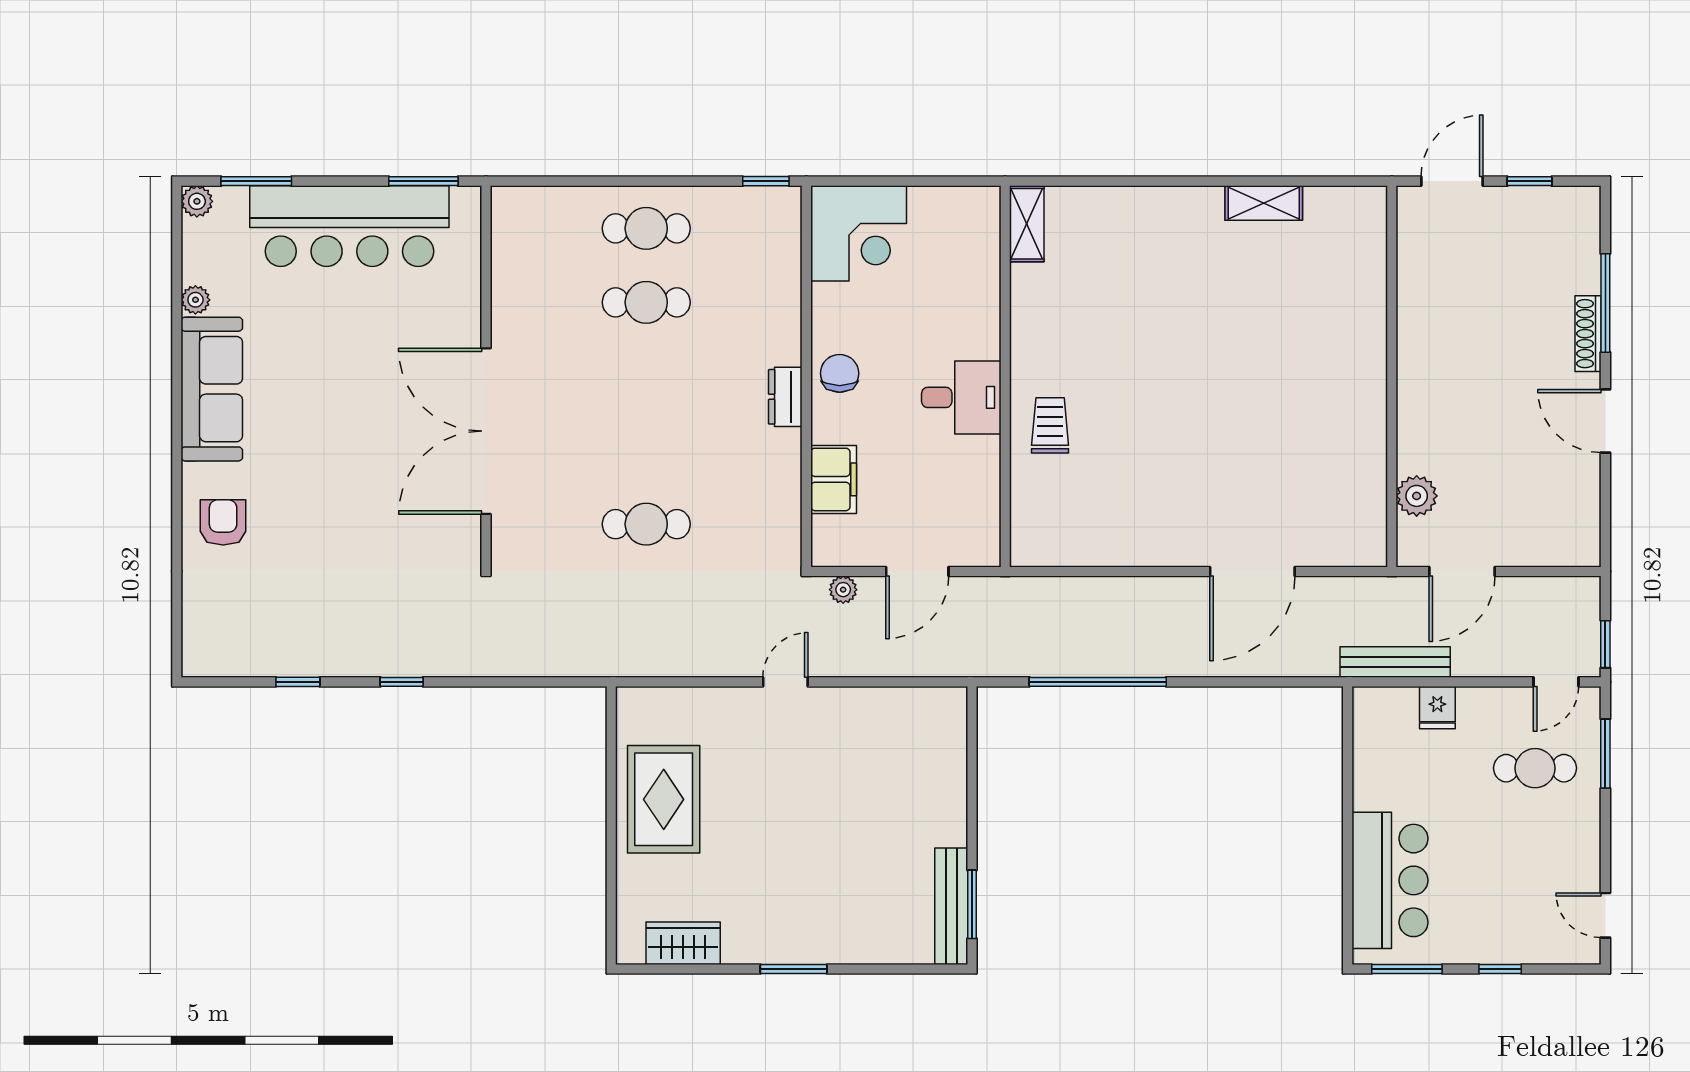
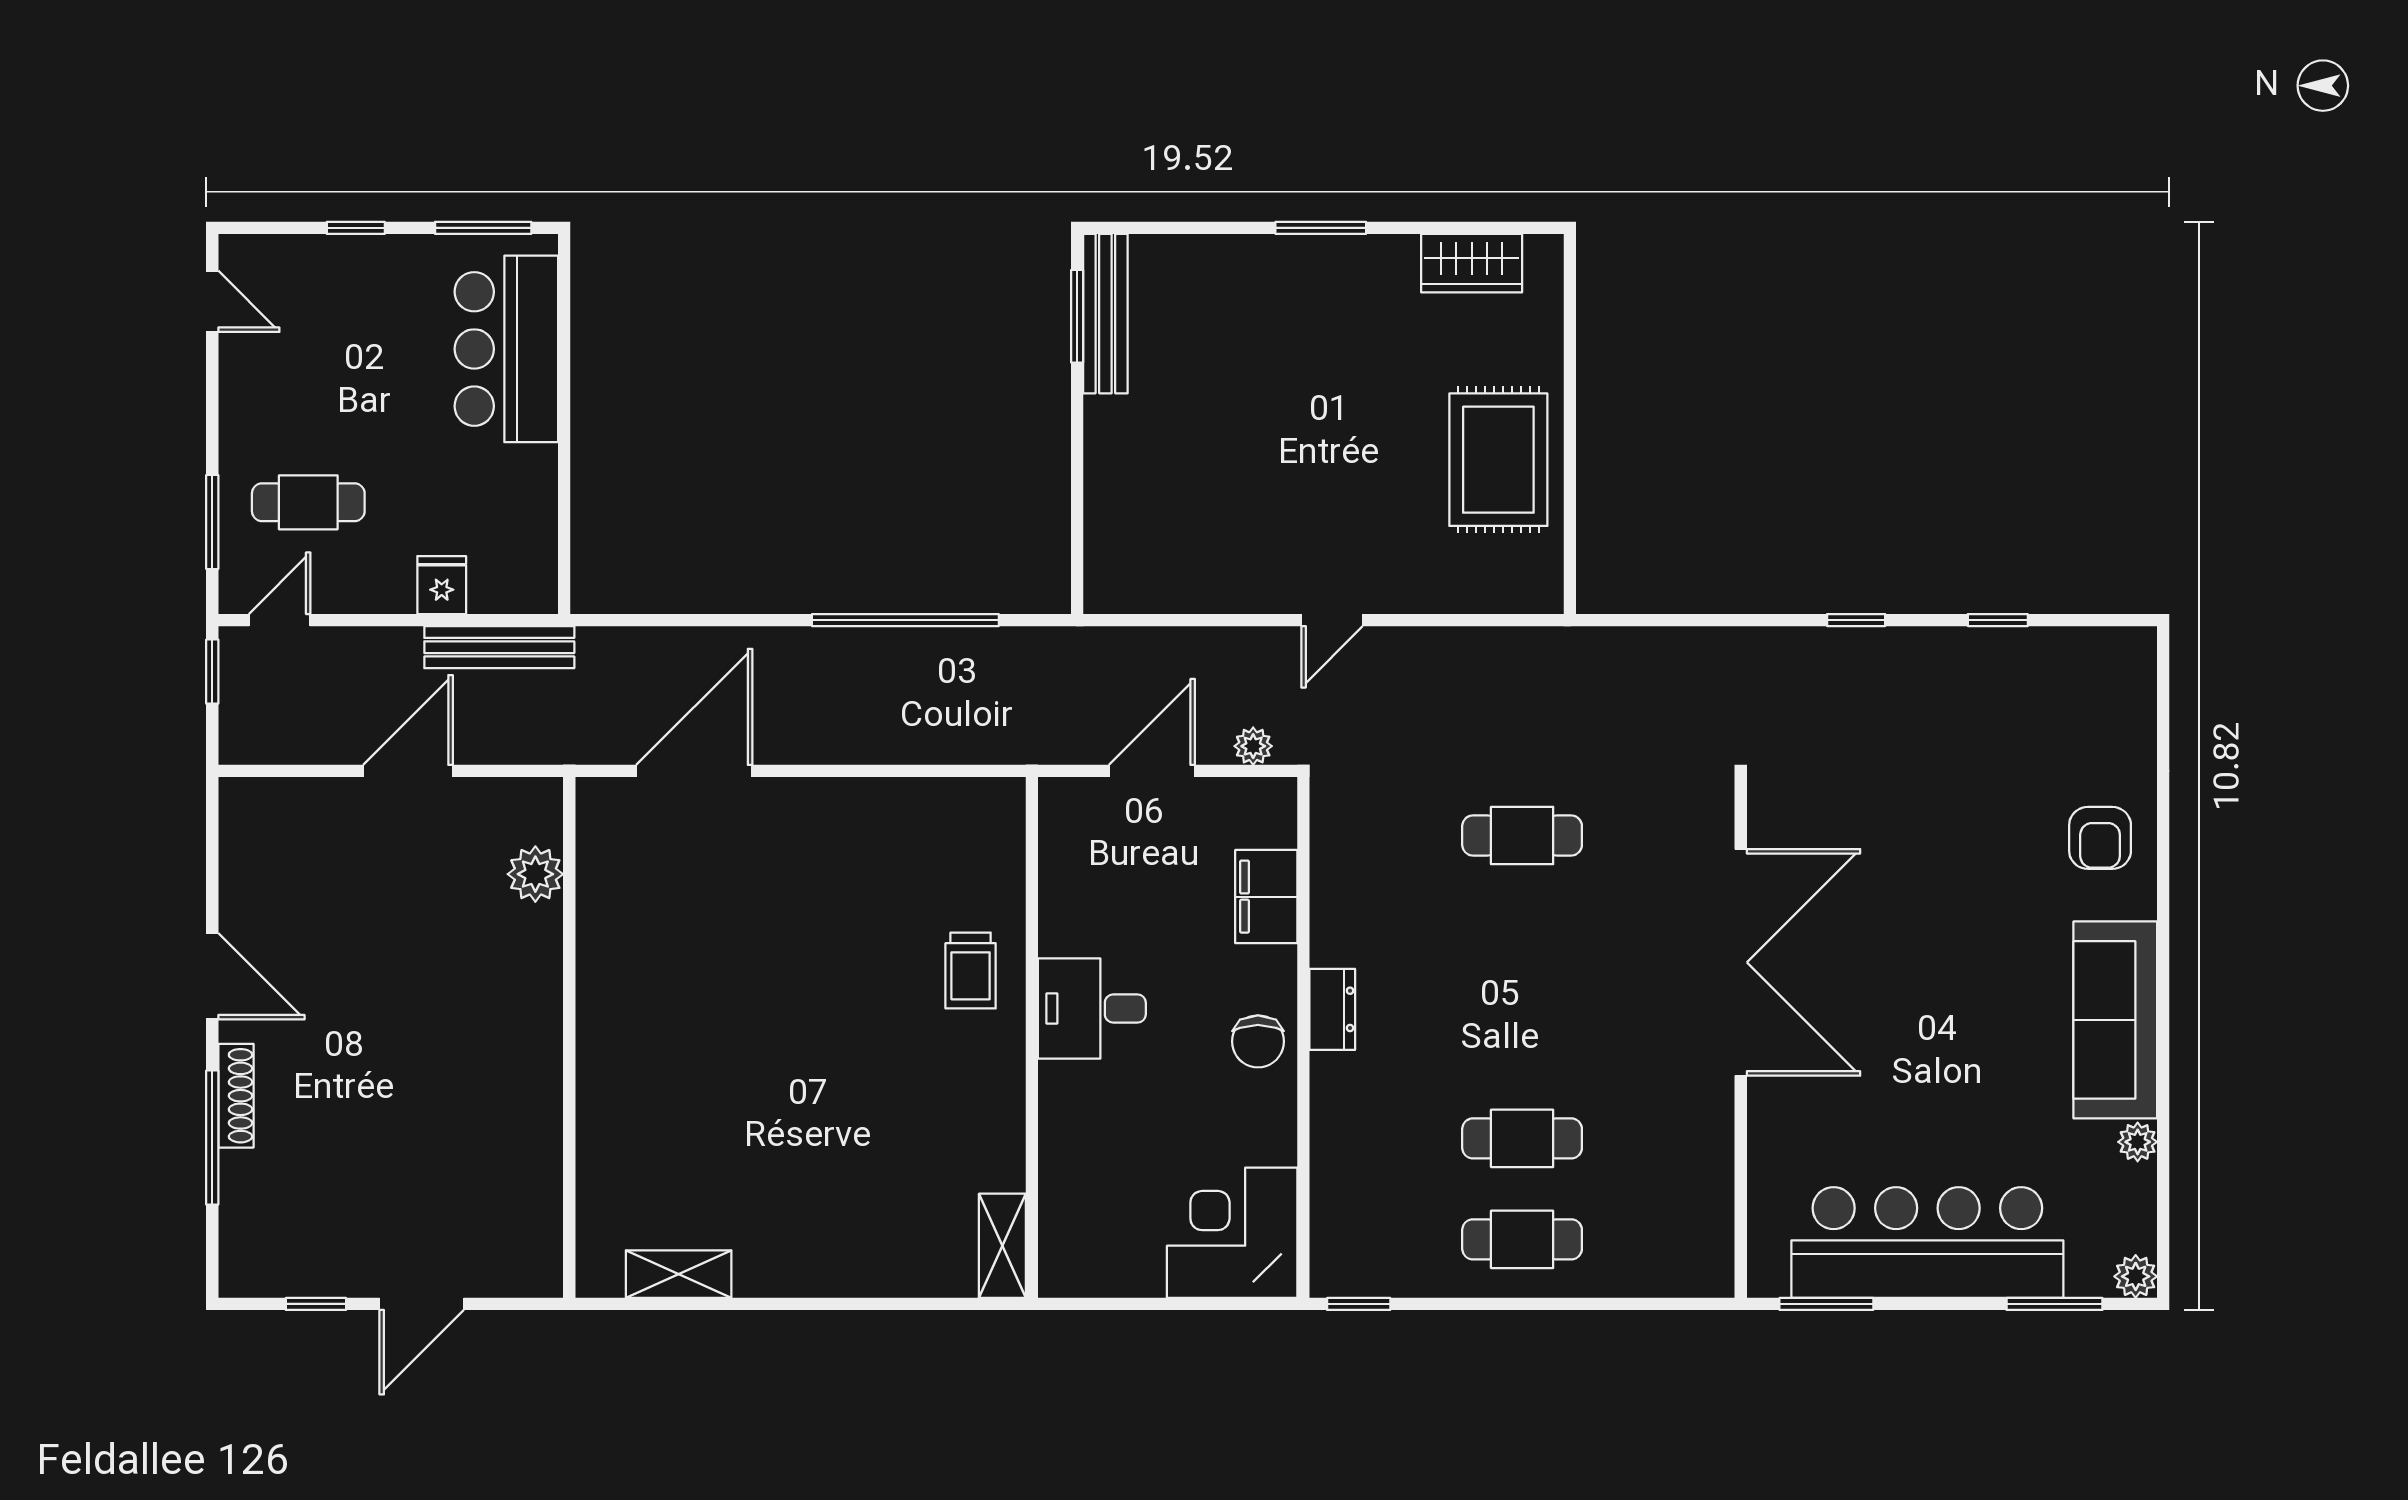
wall: (1392, 376) -> (569, 1037), moved
plant: (1417, 496) -> (535, 874), moved

